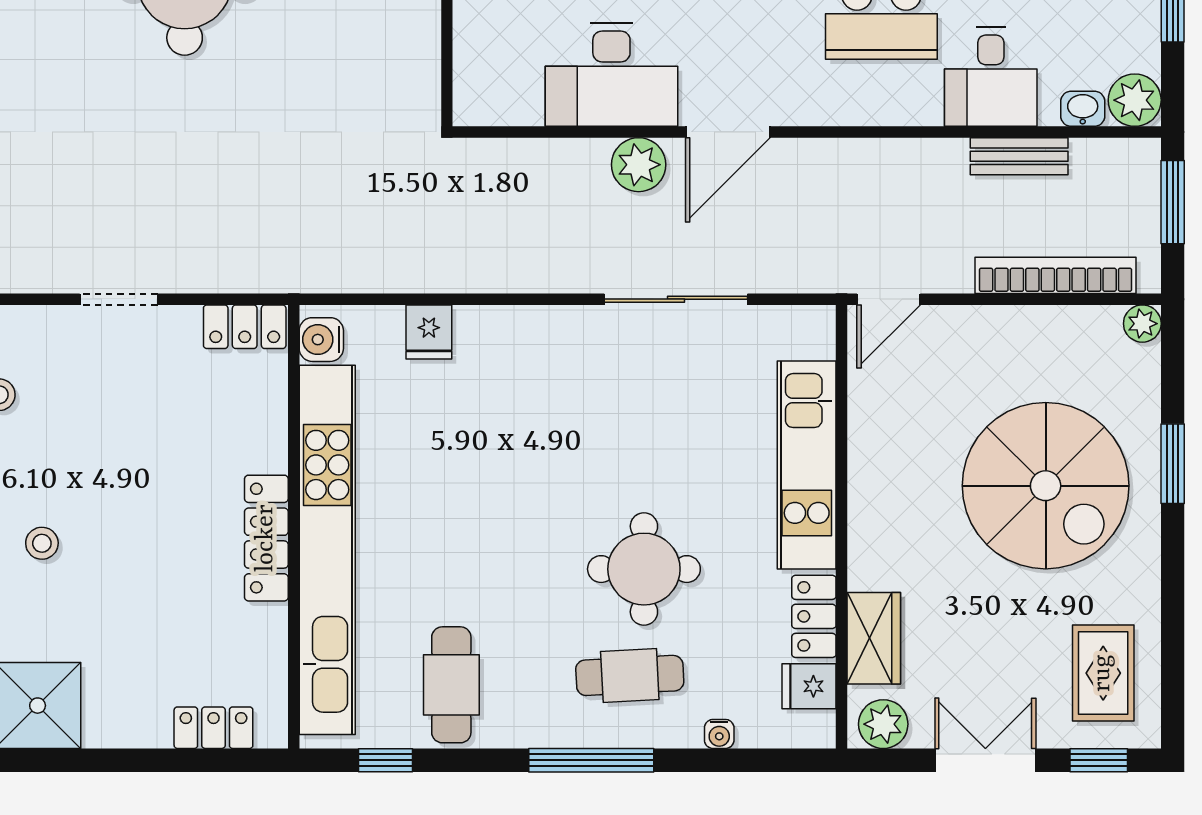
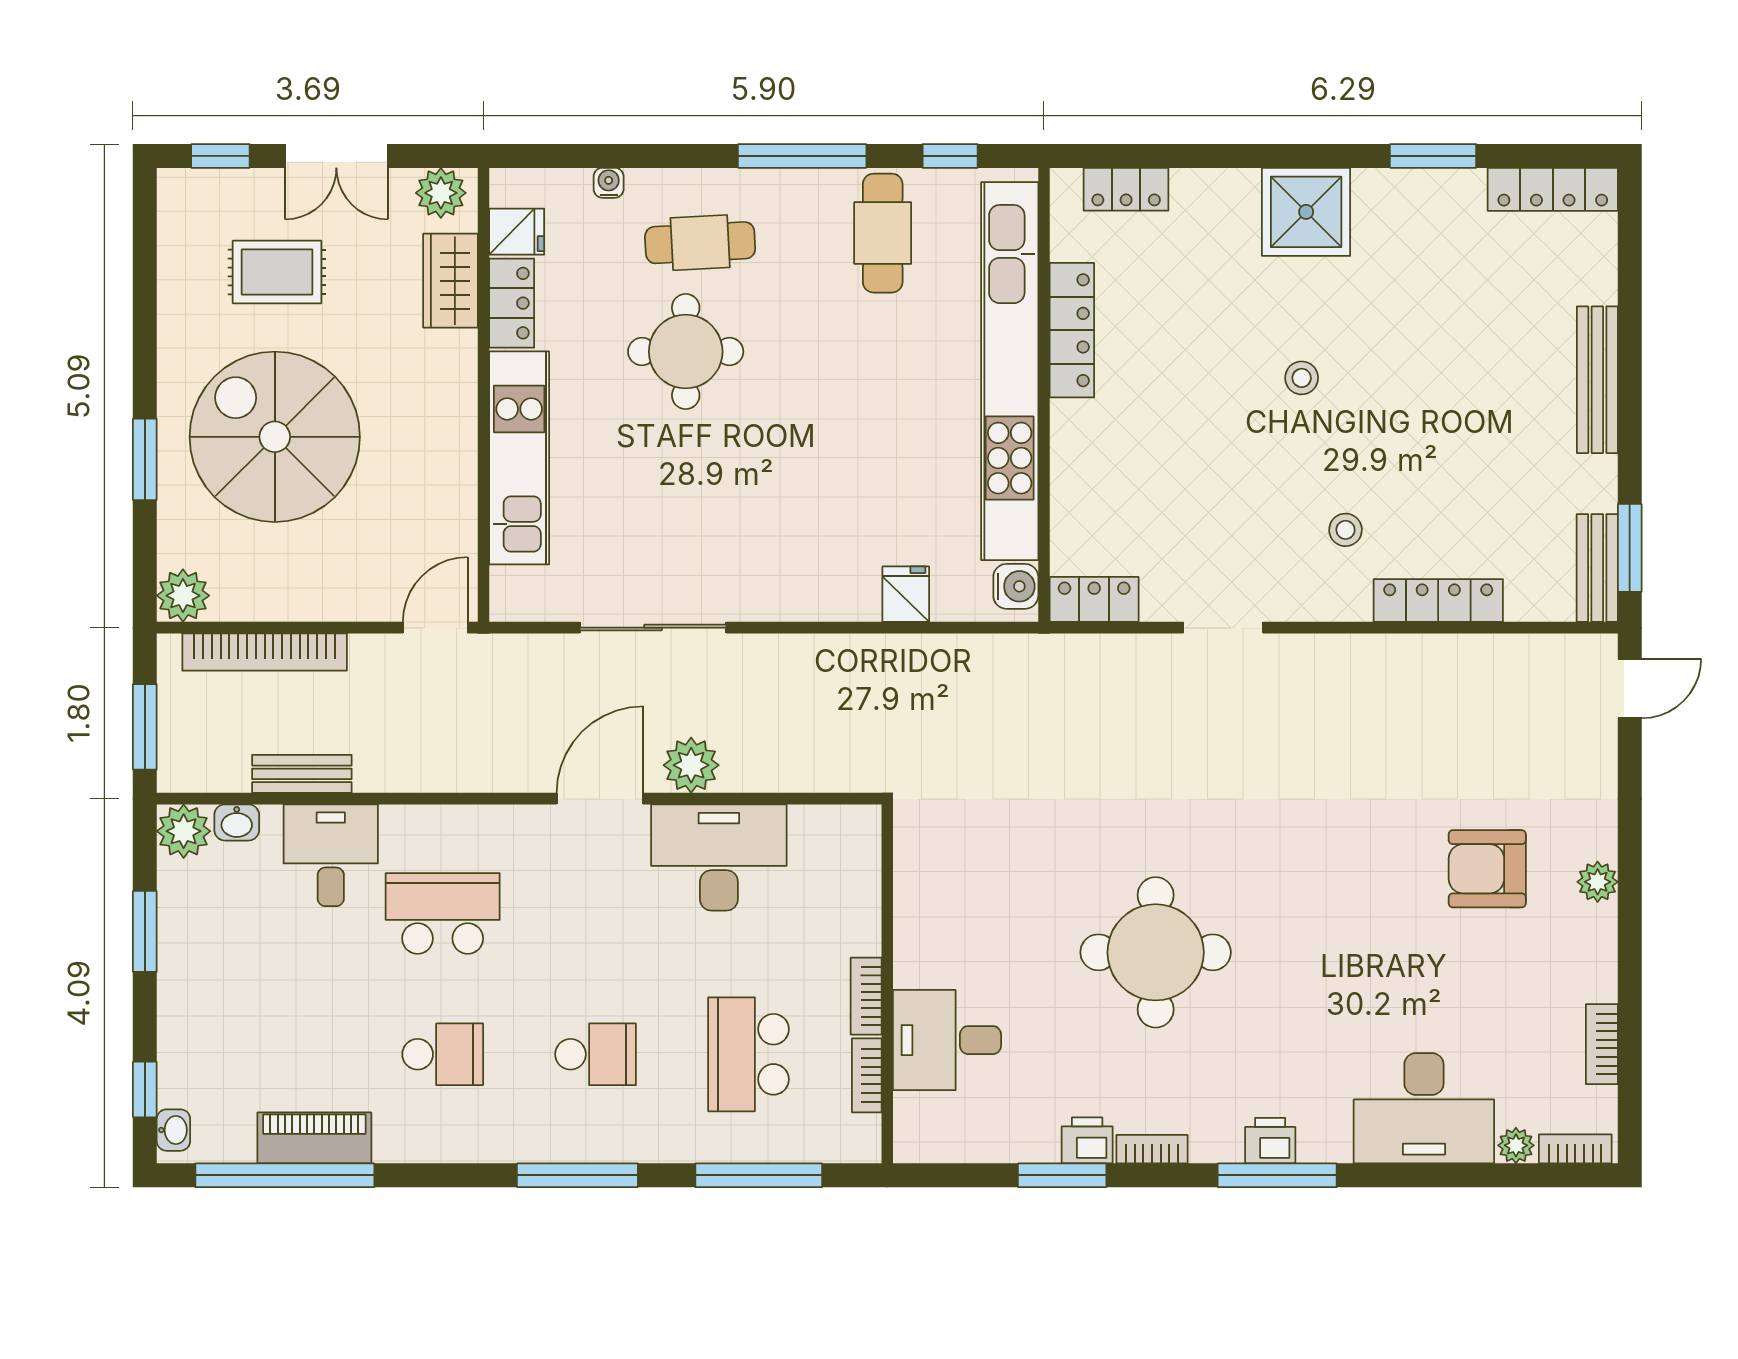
plant: (1142, 324) -> (183, 596), width x1.38, depth x1.38
locker: (266, 538) -> (1072, 330), moved
rug: (1103, 673) -> (277, 272), moved, turned 90
window: (591, 760) -> (802, 156), moved

